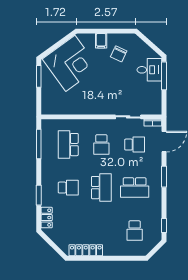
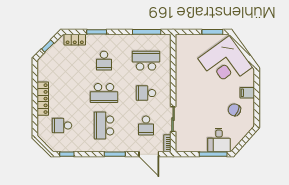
window: (53, 245) -> (48, 46), added
locker: (86, 250) -> (43, 99), moved

